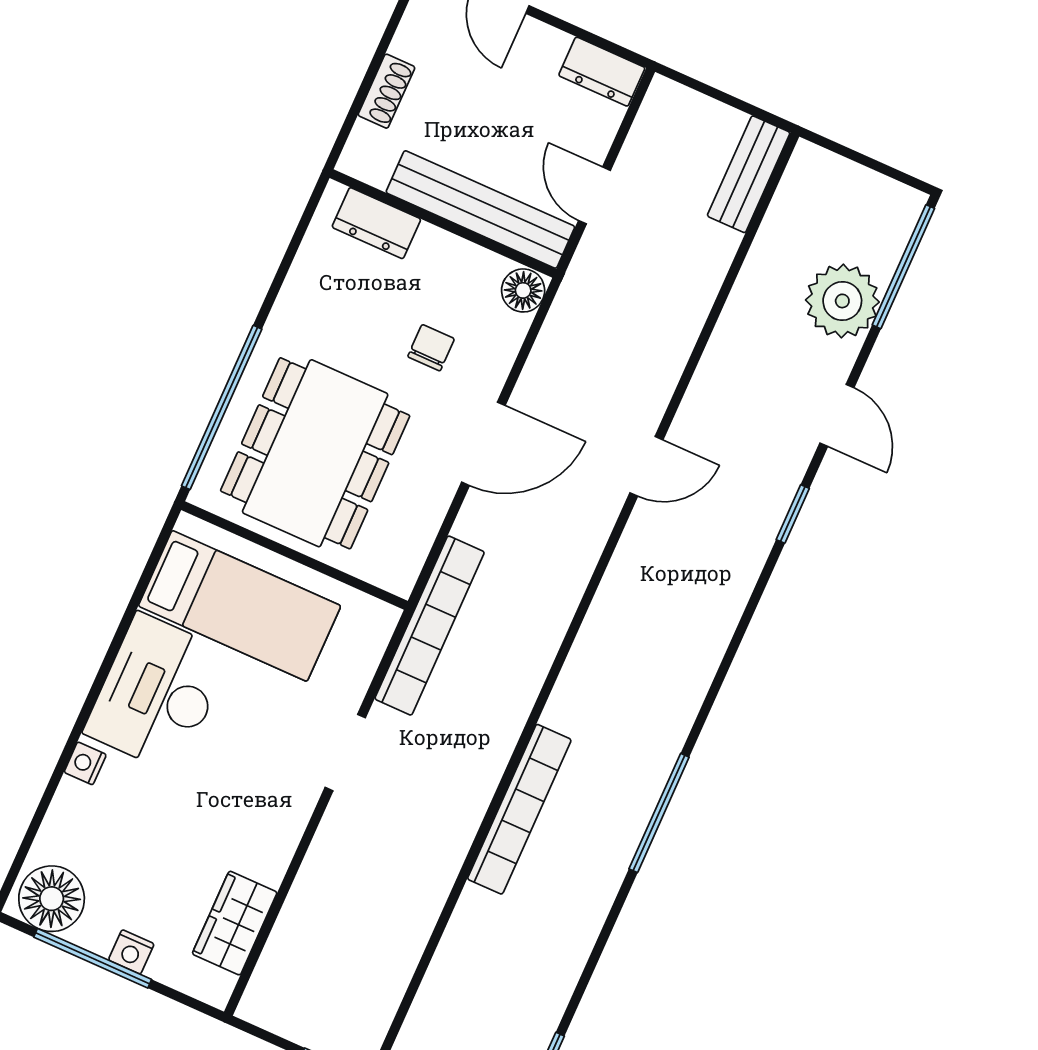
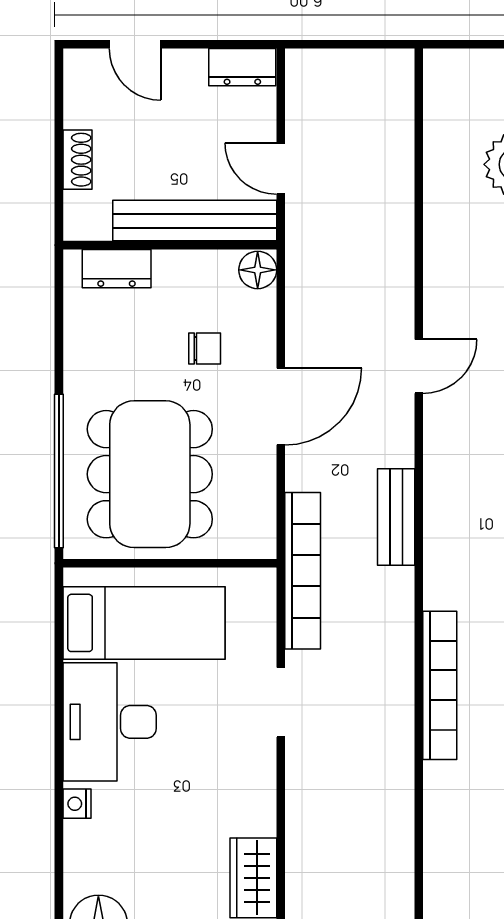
bench: (749, 174) -> (396, 517), moved
chair: (431, 348) -> (205, 348), turned 90

